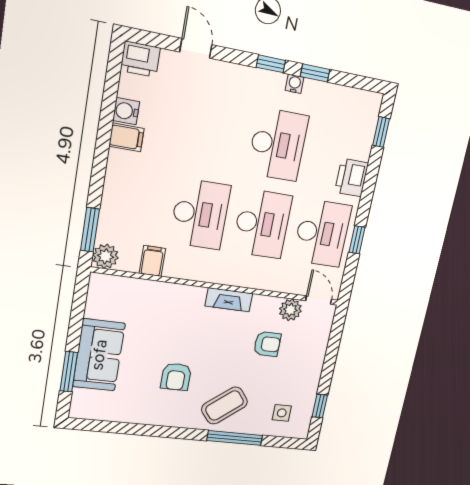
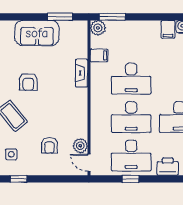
fireplace: (229, 300) -> (82, 73), moved
door: (319, 300) -> (89, 163), swing flipped
armchair: (267, 344) -> (49, 145), moved
window: (69, 372) -> (60, 17), moved
armchair: (176, 377) -> (28, 82), turned -90

